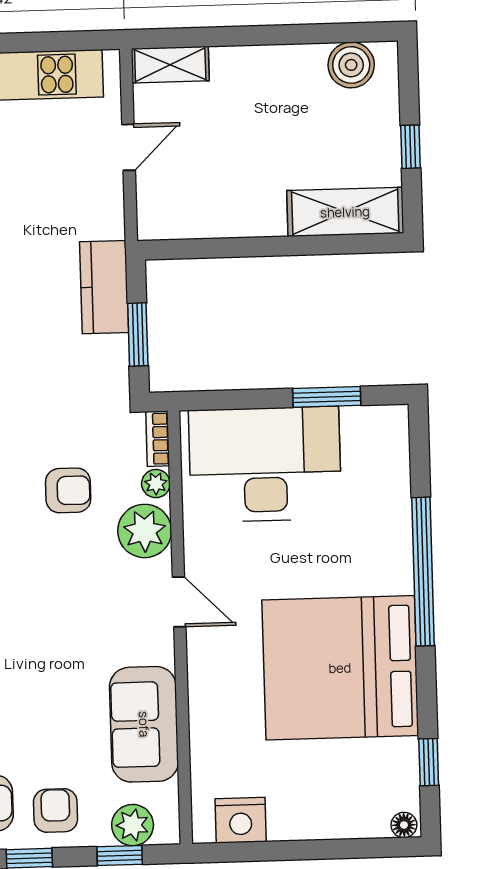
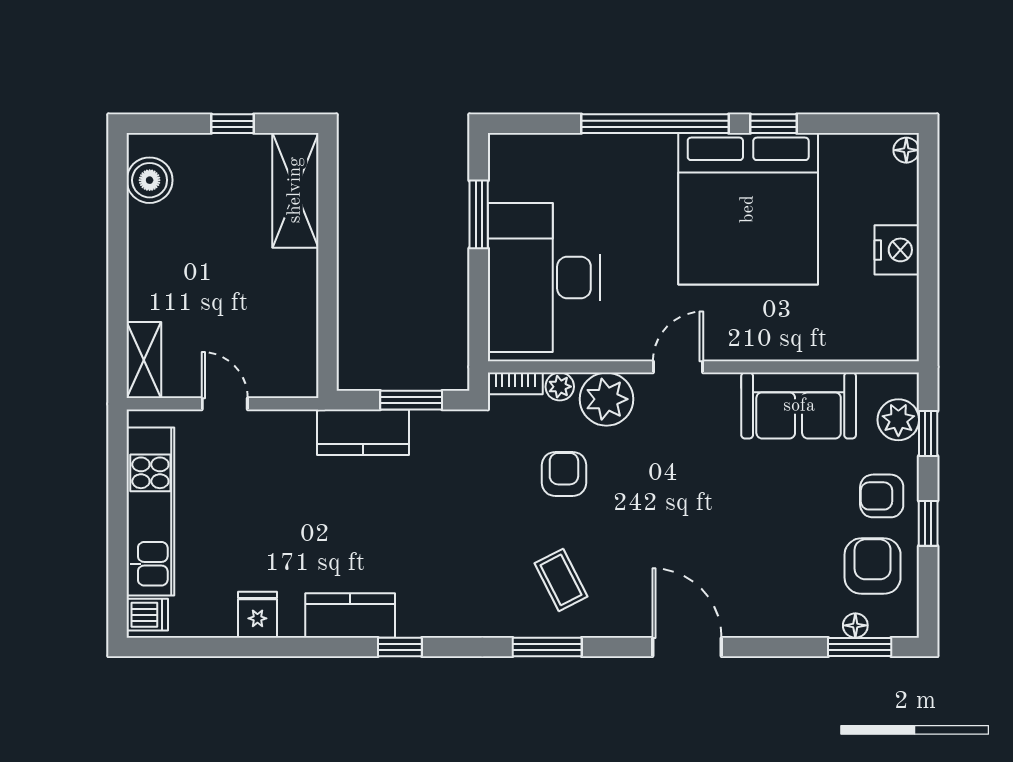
window: (429, 762) -> (774, 124), moved
nightstand: (241, 820) -> (897, 250), moved

